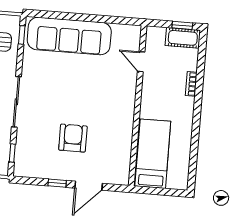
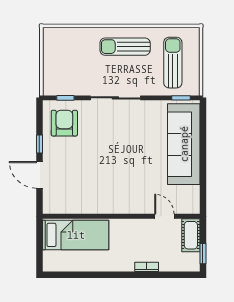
cot: (183, 38) -> (191, 235), moved
door: (141, 62) -> (164, 216), hinge flipped
armchair: (73, 138) -> (64, 123), moved, turned -90

